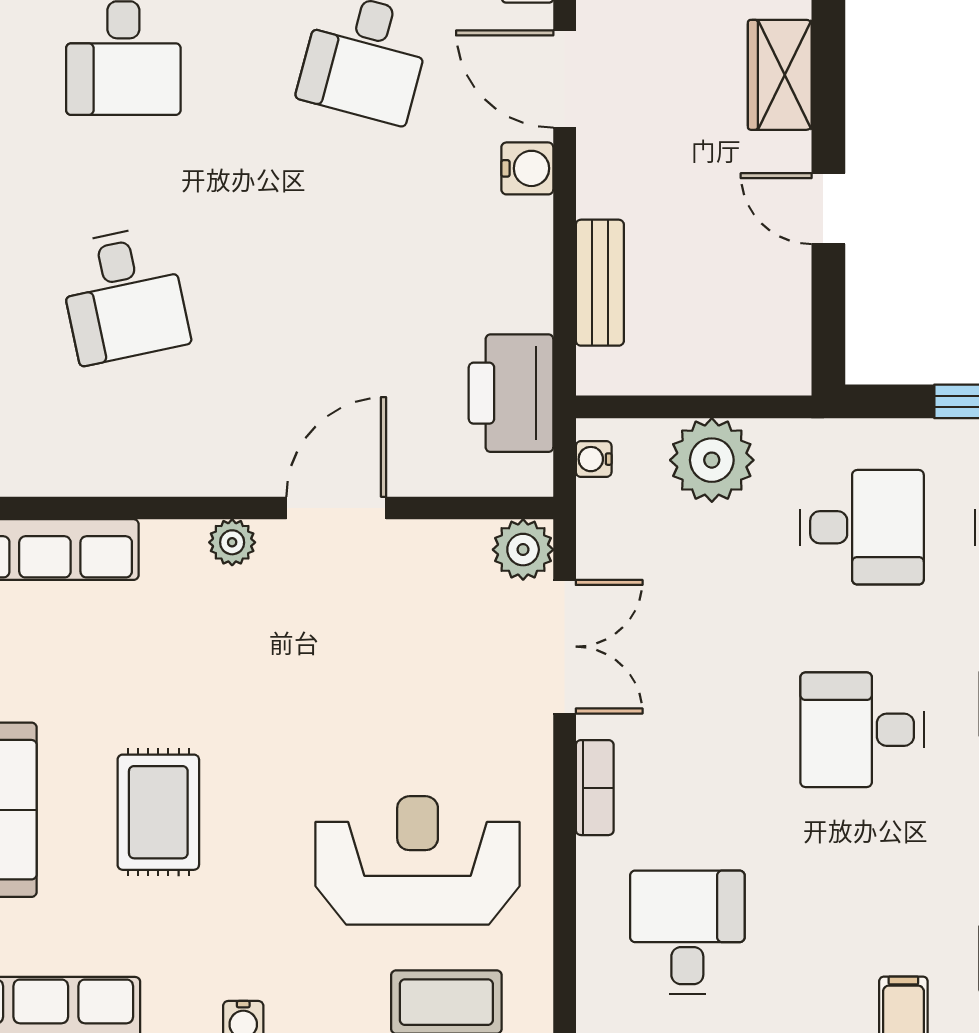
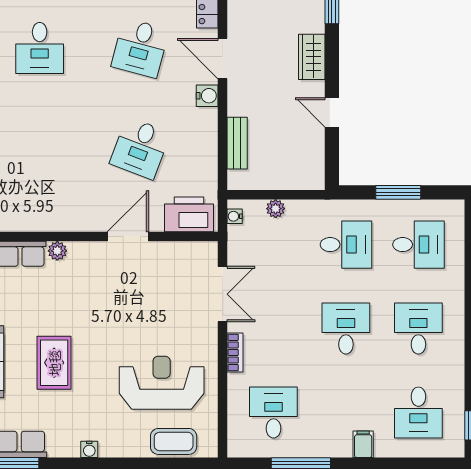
desk: (123, 295) -> (140, 148), moved, turned 33
printer: (511, 393) -> (189, 214), moved, turned 90
plant: (712, 460) -> (276, 209), width x0.53, depth x0.53
plant: (232, 542) -> (57, 251), moved
plant: (523, 550) -> (205, 254), removed
desk: (862, 730) -> (346, 329), turned 90

